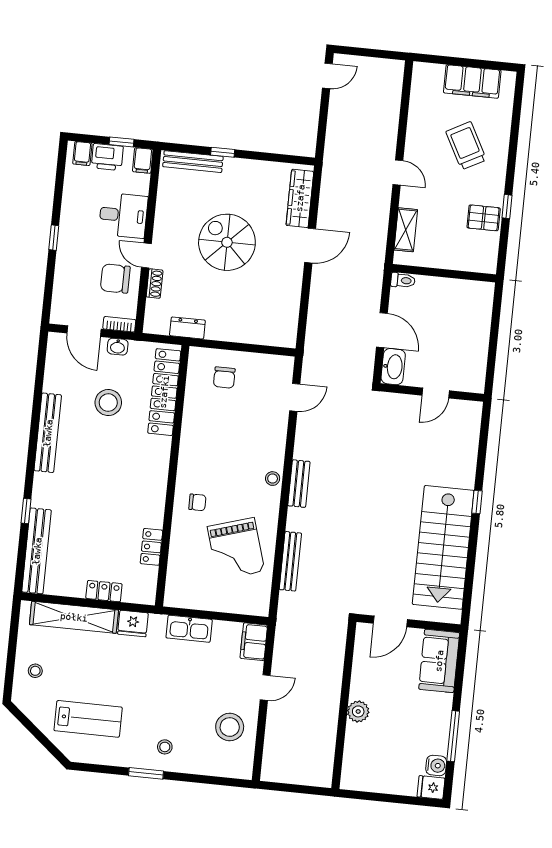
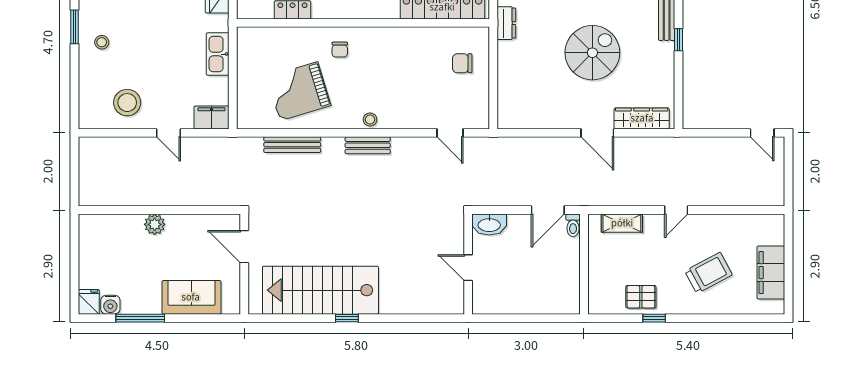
pallet: (484, 218) -> (641, 297), turned 90
door: (382, 330) -> (548, 210), moved
window: (477, 502) -> (347, 318), moved
sofa: (439, 661) -> (191, 297), moved

